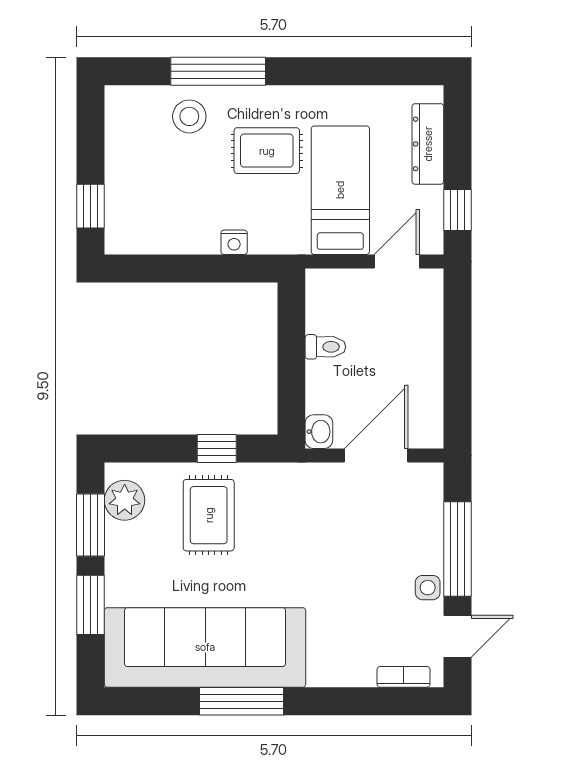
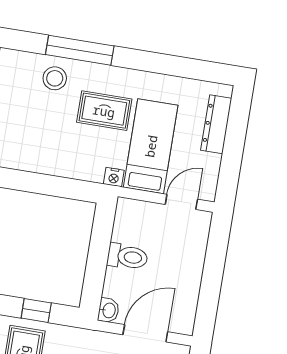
window: (458, 210) -> (229, 173), removed
nightstand: (234, 242) -> (114, 177), moved
toilet: (325, 347) -> (127, 257), width x1.37, depth x1.39

